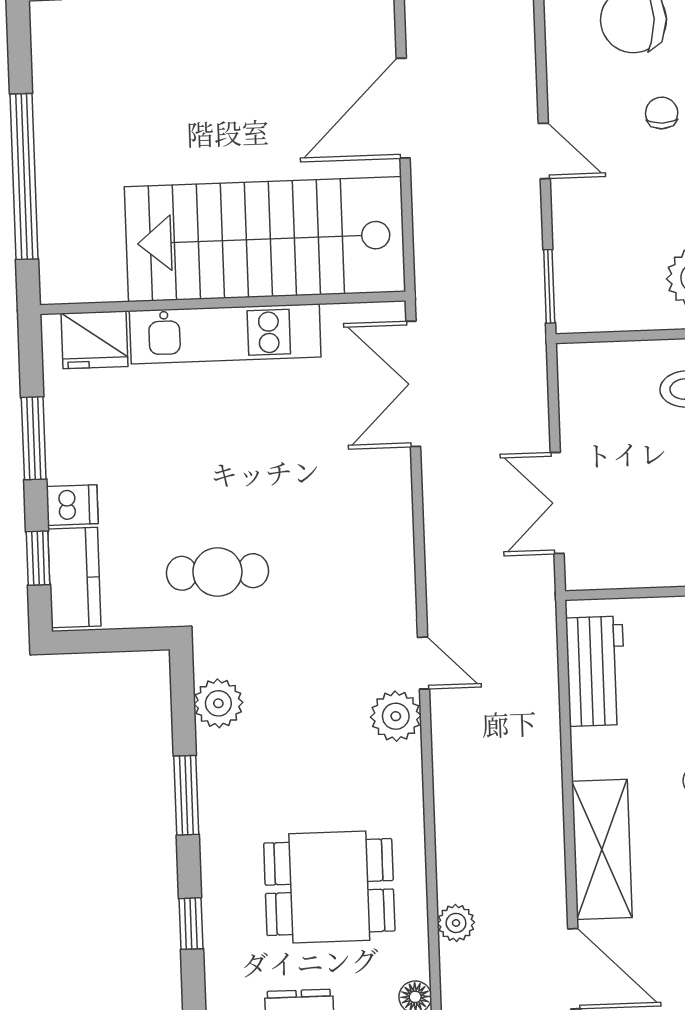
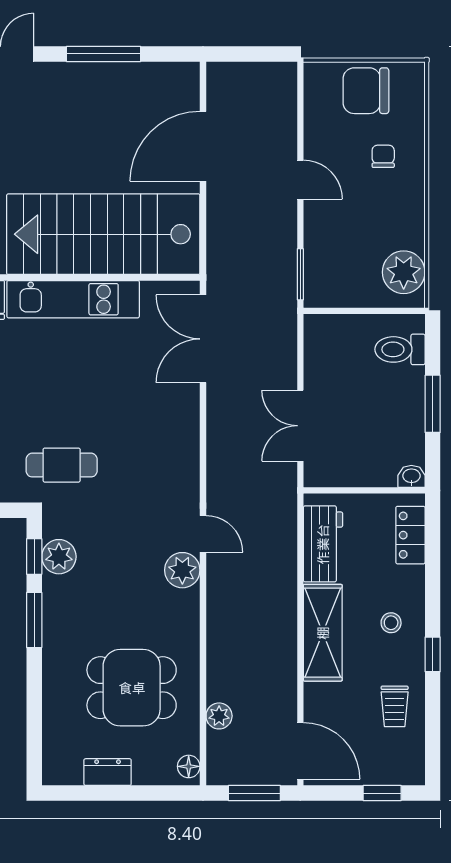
shelving: (602, 849) -> (323, 633), moved
window: (191, 924) -> (34, 556), moved

